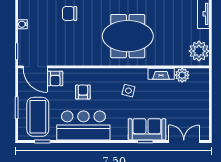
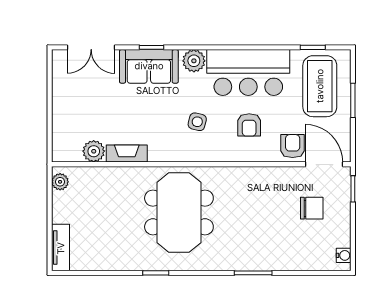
chair: (70, 13) -> (312, 208), moved
water cooler: (23, 24) -> (344, 255), moved
meeting table: (128, 36) -> (179, 212), turned 90
plant: (199, 51) -> (60, 182), width x0.53, depth x0.53
side table: (128, 91) -> (197, 122), moved
plant: (118, 133) -> (194, 61), added

